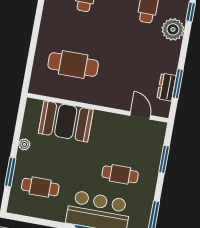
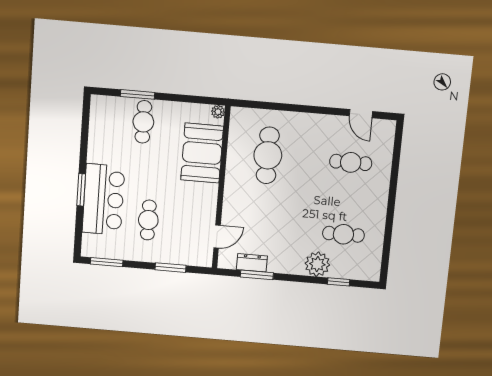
plant: (24, 144) -> (218, 112), moved
cafe table: (40, 187) -> (143, 122), moved

